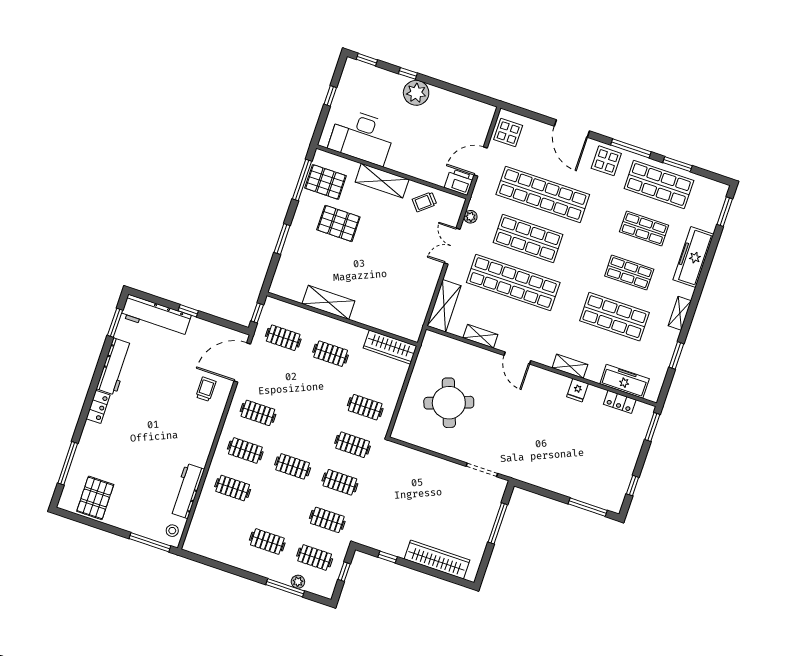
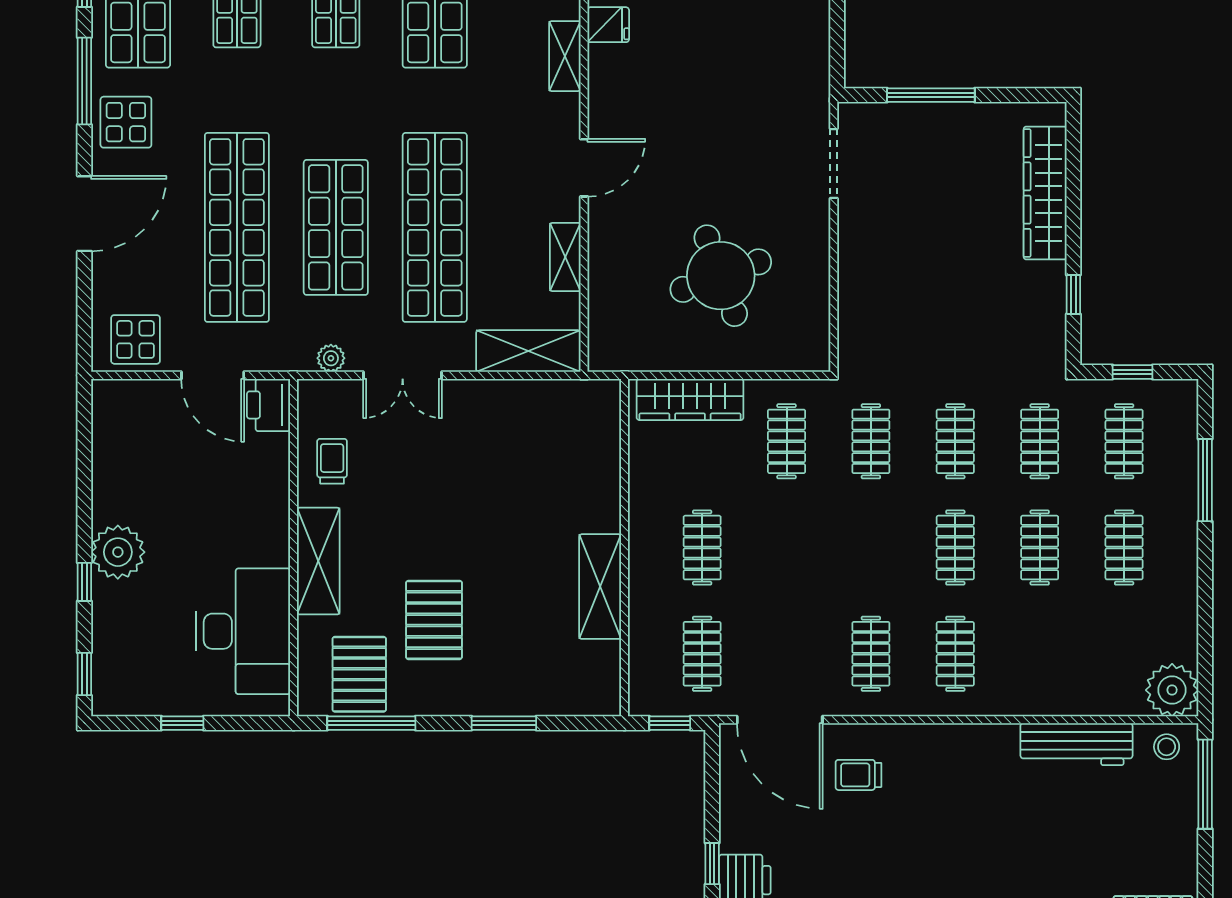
trolley: (424, 202) -> (332, 461), turned -140
wardrobe: (390, 347) -> (690, 399), moved, turned 90
clothes rail: (233, 488) -> (1040, 548), moved
plant: (298, 582) -> (1172, 690), moved, width x1.88, depth x1.88

